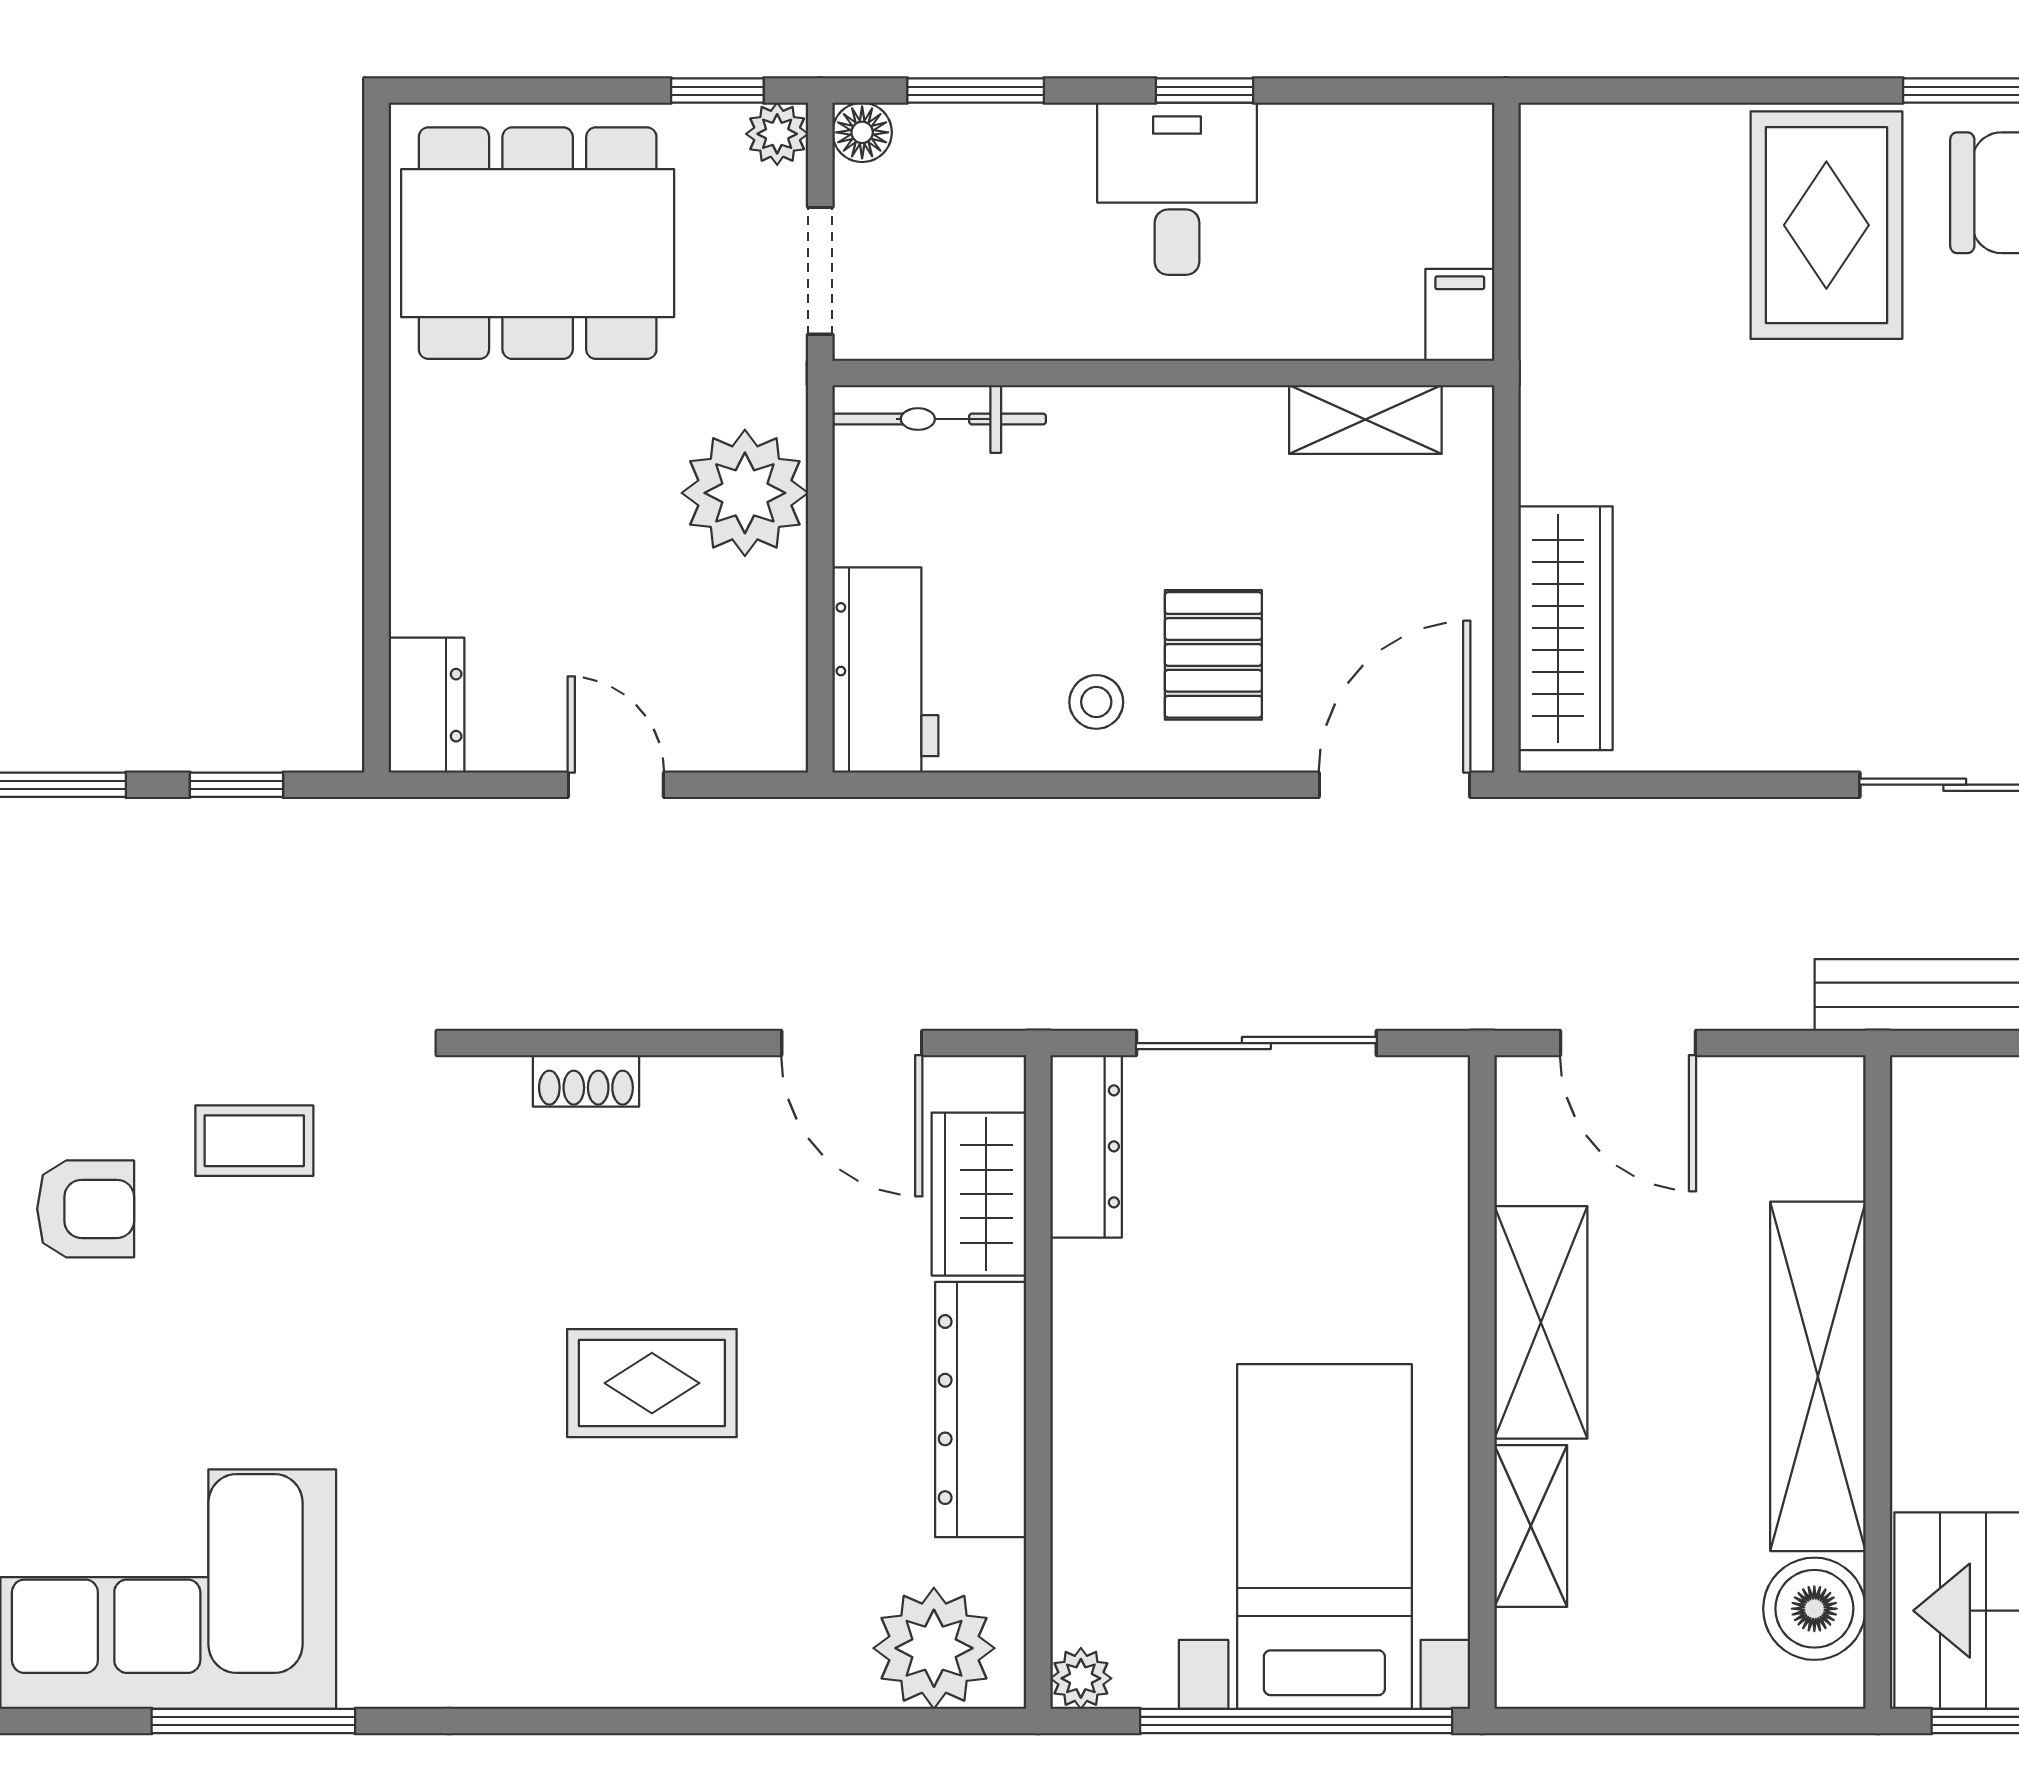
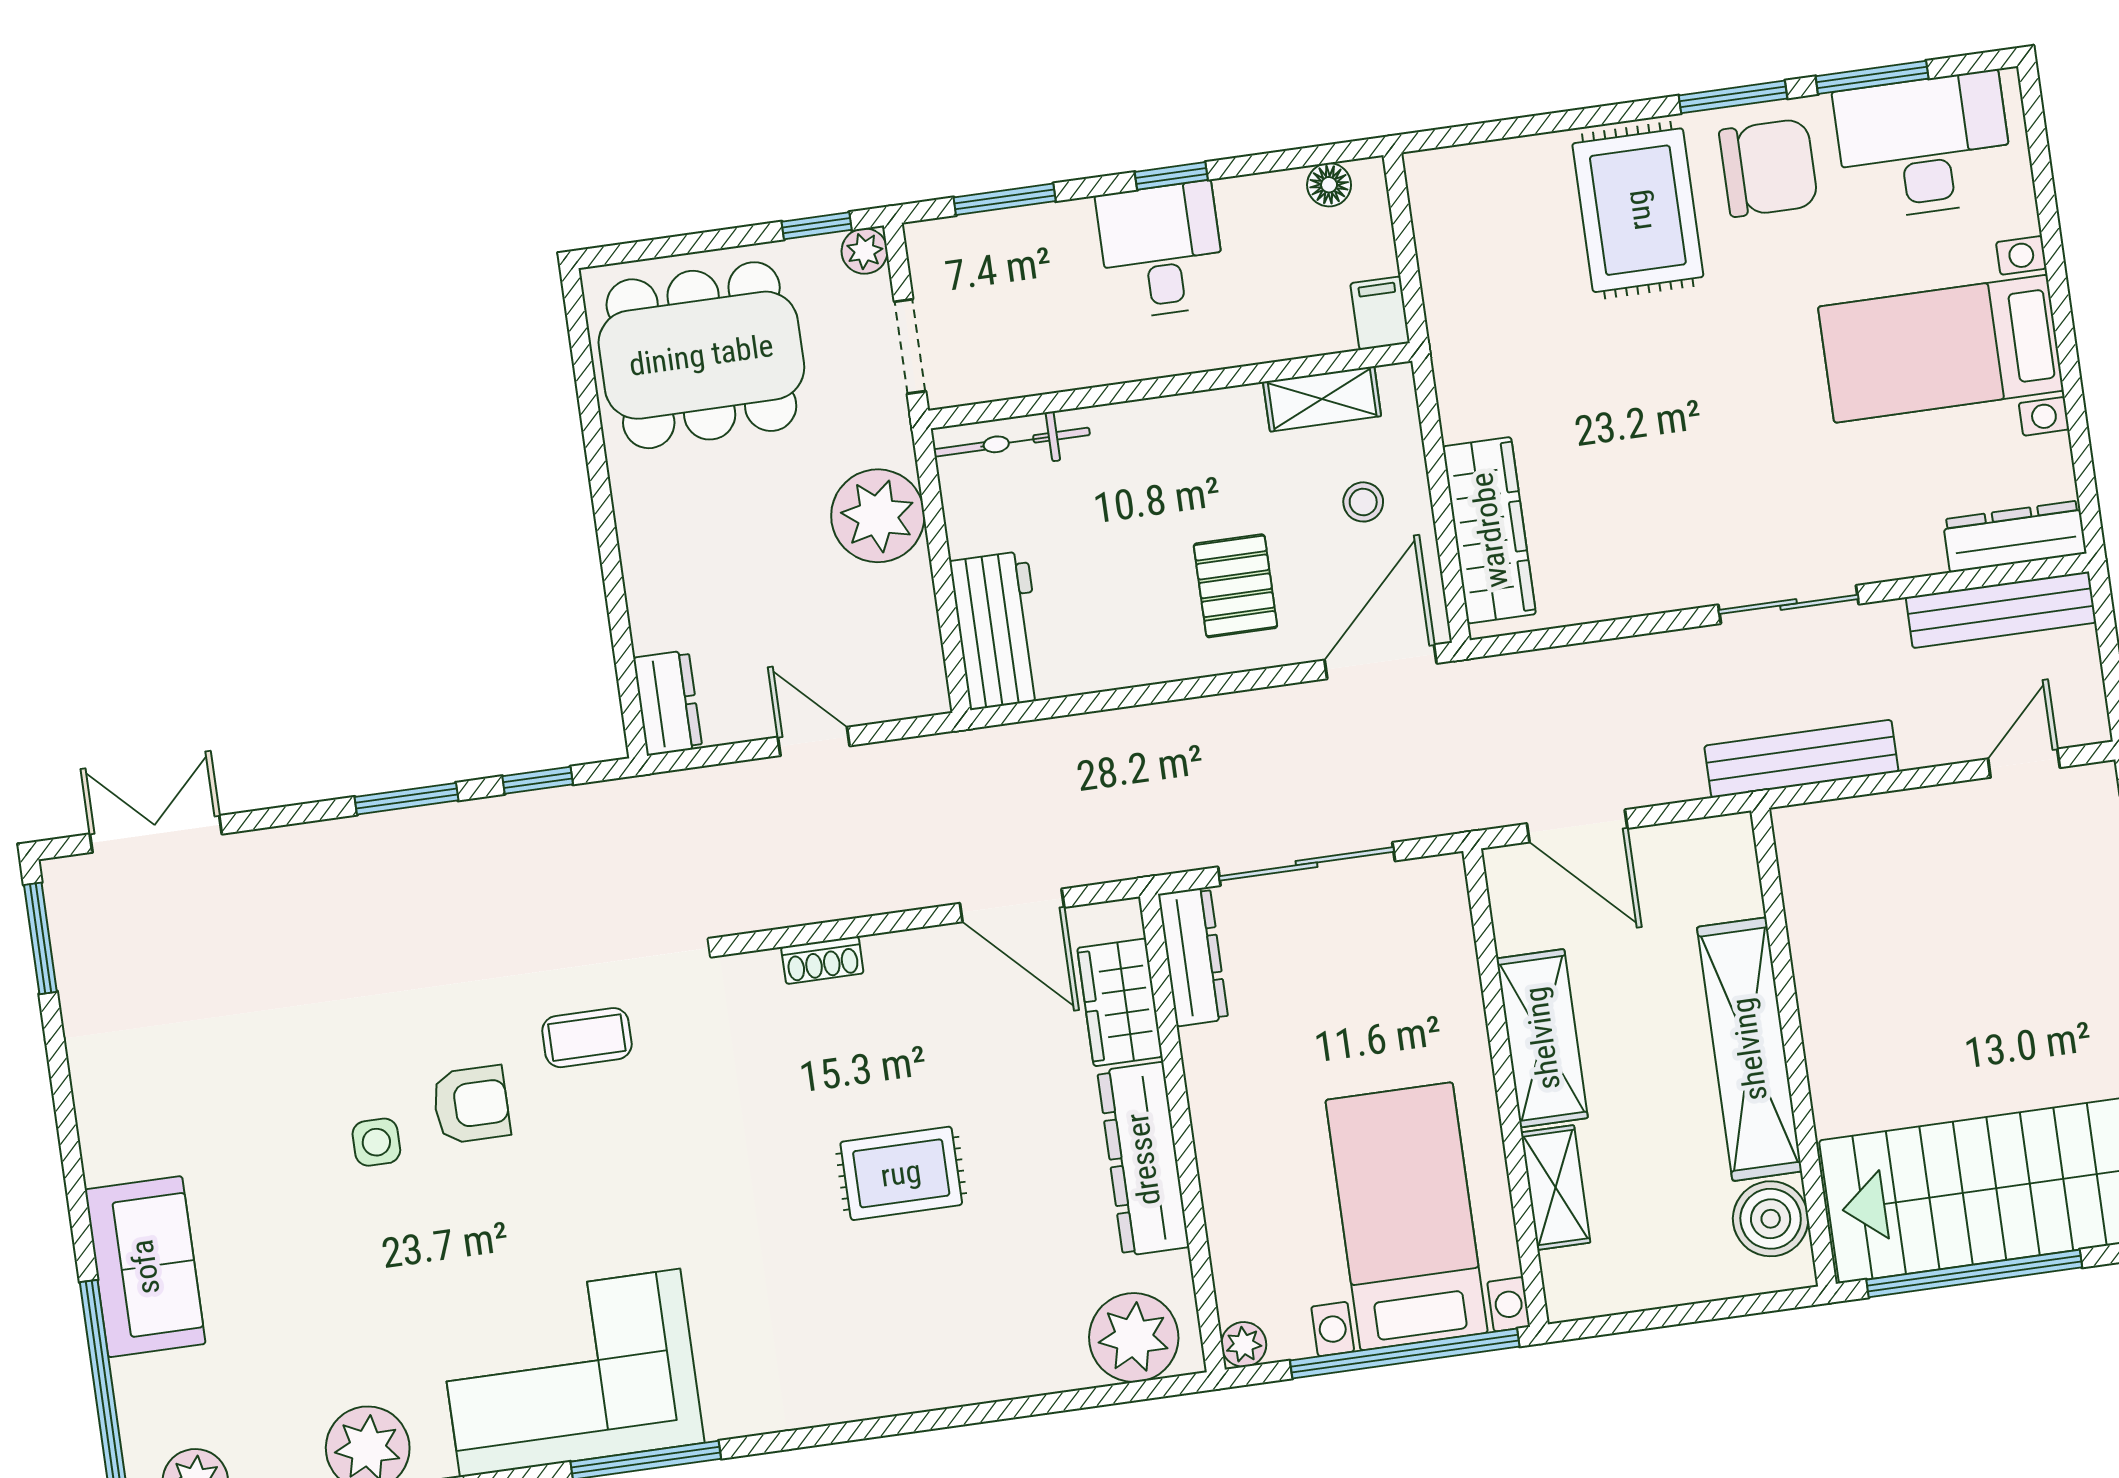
floor lamp: (862, 132) -> (1329, 185), moved
stool: (1096, 702) -> (1363, 502), moved

